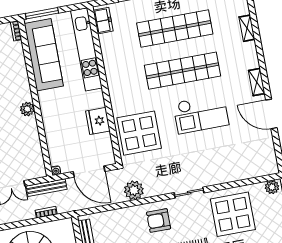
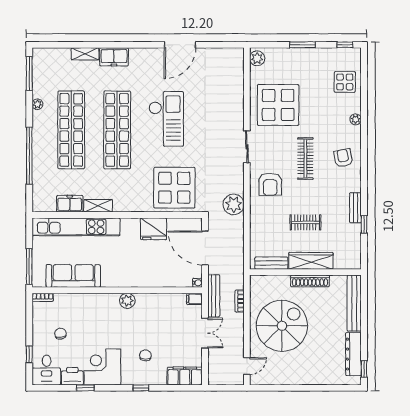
freezer: (103, 21) -> (70, 204), moved
sofa: (44, 55) -> (73, 276), width x0.74, depth x0.79
freezer: (249, 55) -> (114, 57), added
shelving: (257, 82) -> (98, 206), moved
filing cabinet: (40, 170) -> (194, 299), added
door: (89, 171) -> (205, 248), swing flipped

